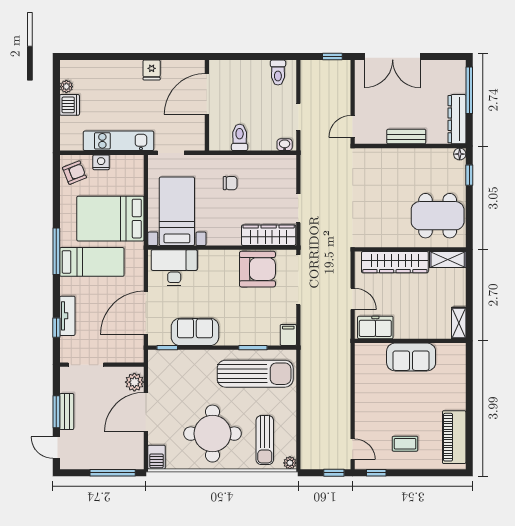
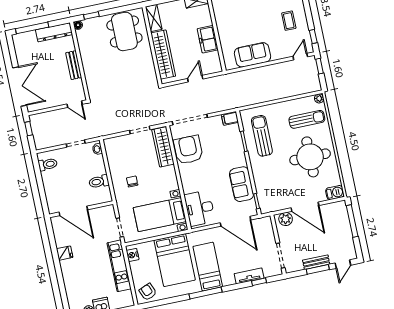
nightstand: (101, 162) -> (133, 255), moved
freezer: (375, 327) -> (208, 39), moved
sofa: (411, 357) -> (253, 55), moved, turned -90
sun lounger: (255, 374) -> (262, 136), width x0.73, depth x0.75

